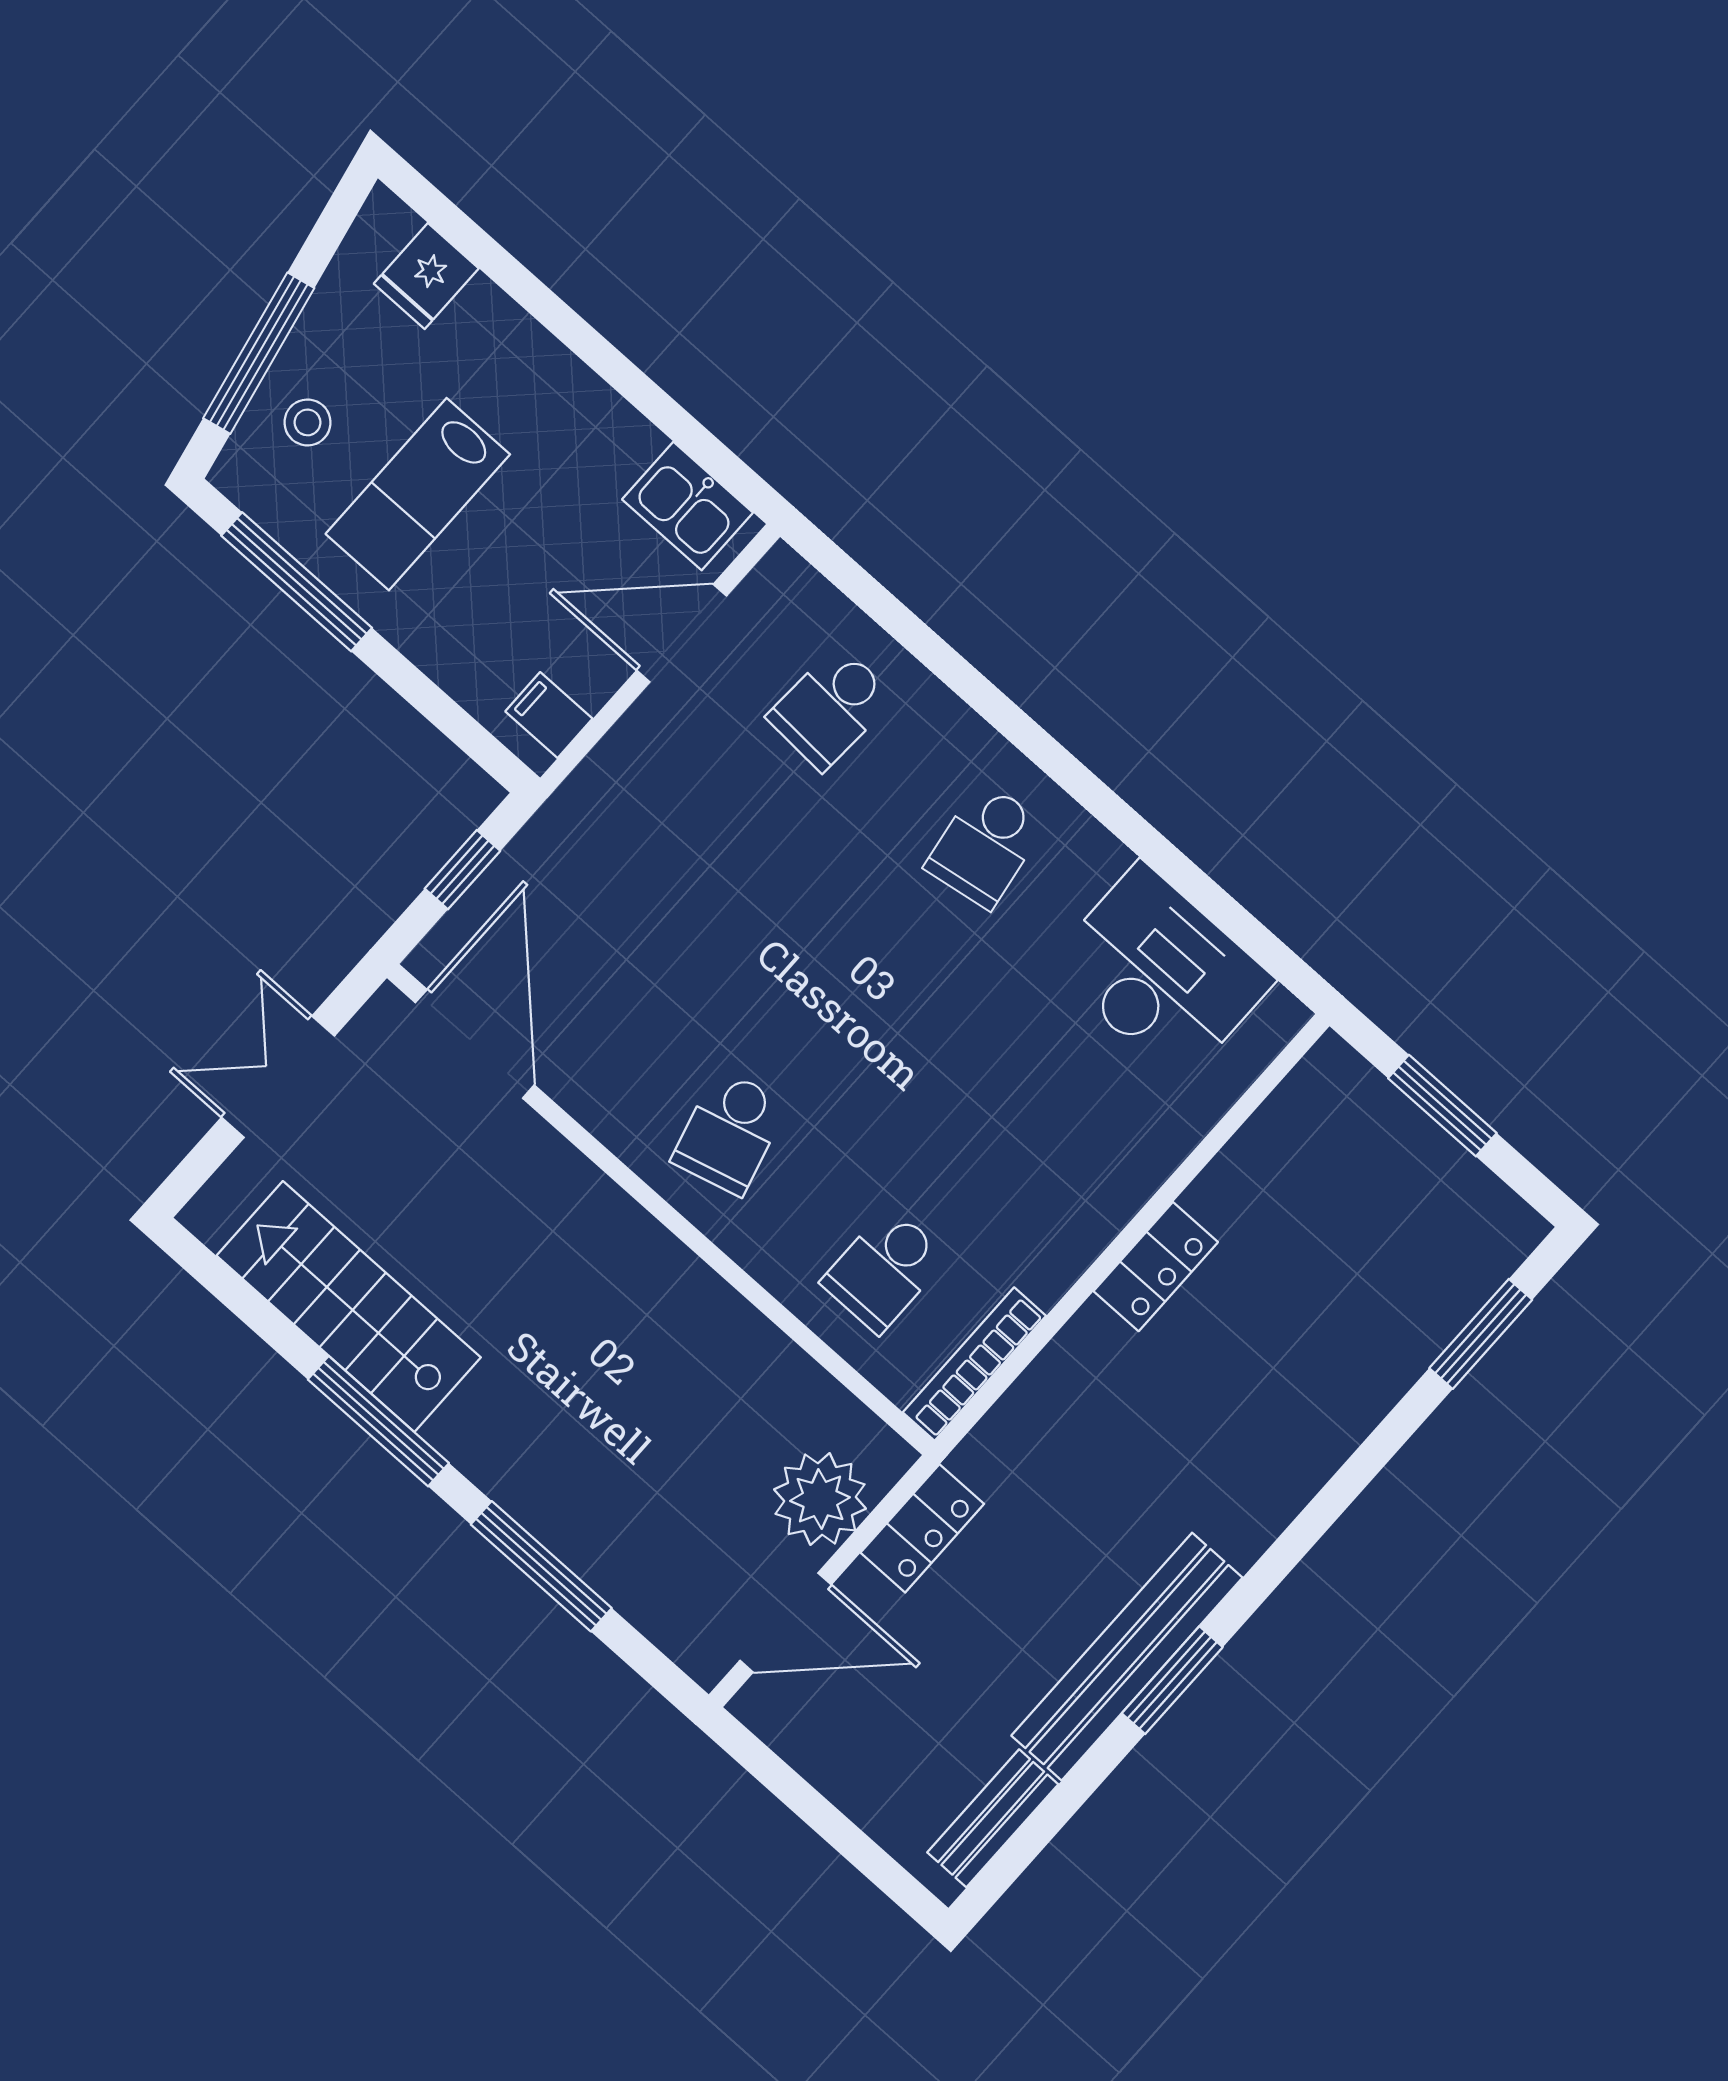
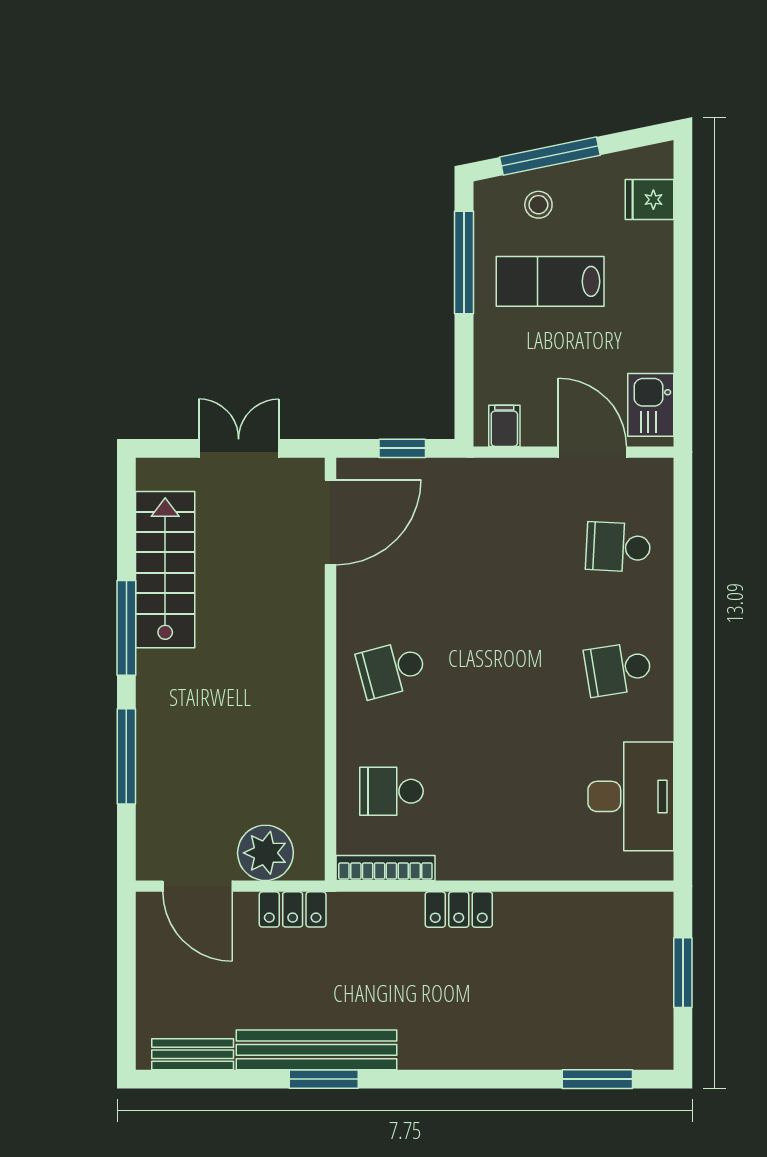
locker: (1156, 1267) -> (459, 910), moved

